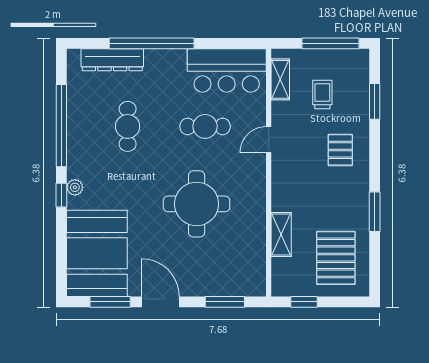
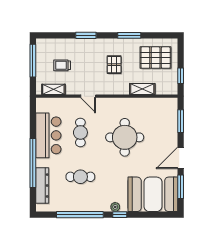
bar counter: (227, 70) -> (48, 135), moved
window: (375, 101) -> (86, 35), moved
pallet: (340, 150) -> (114, 65), moved, turned 90

